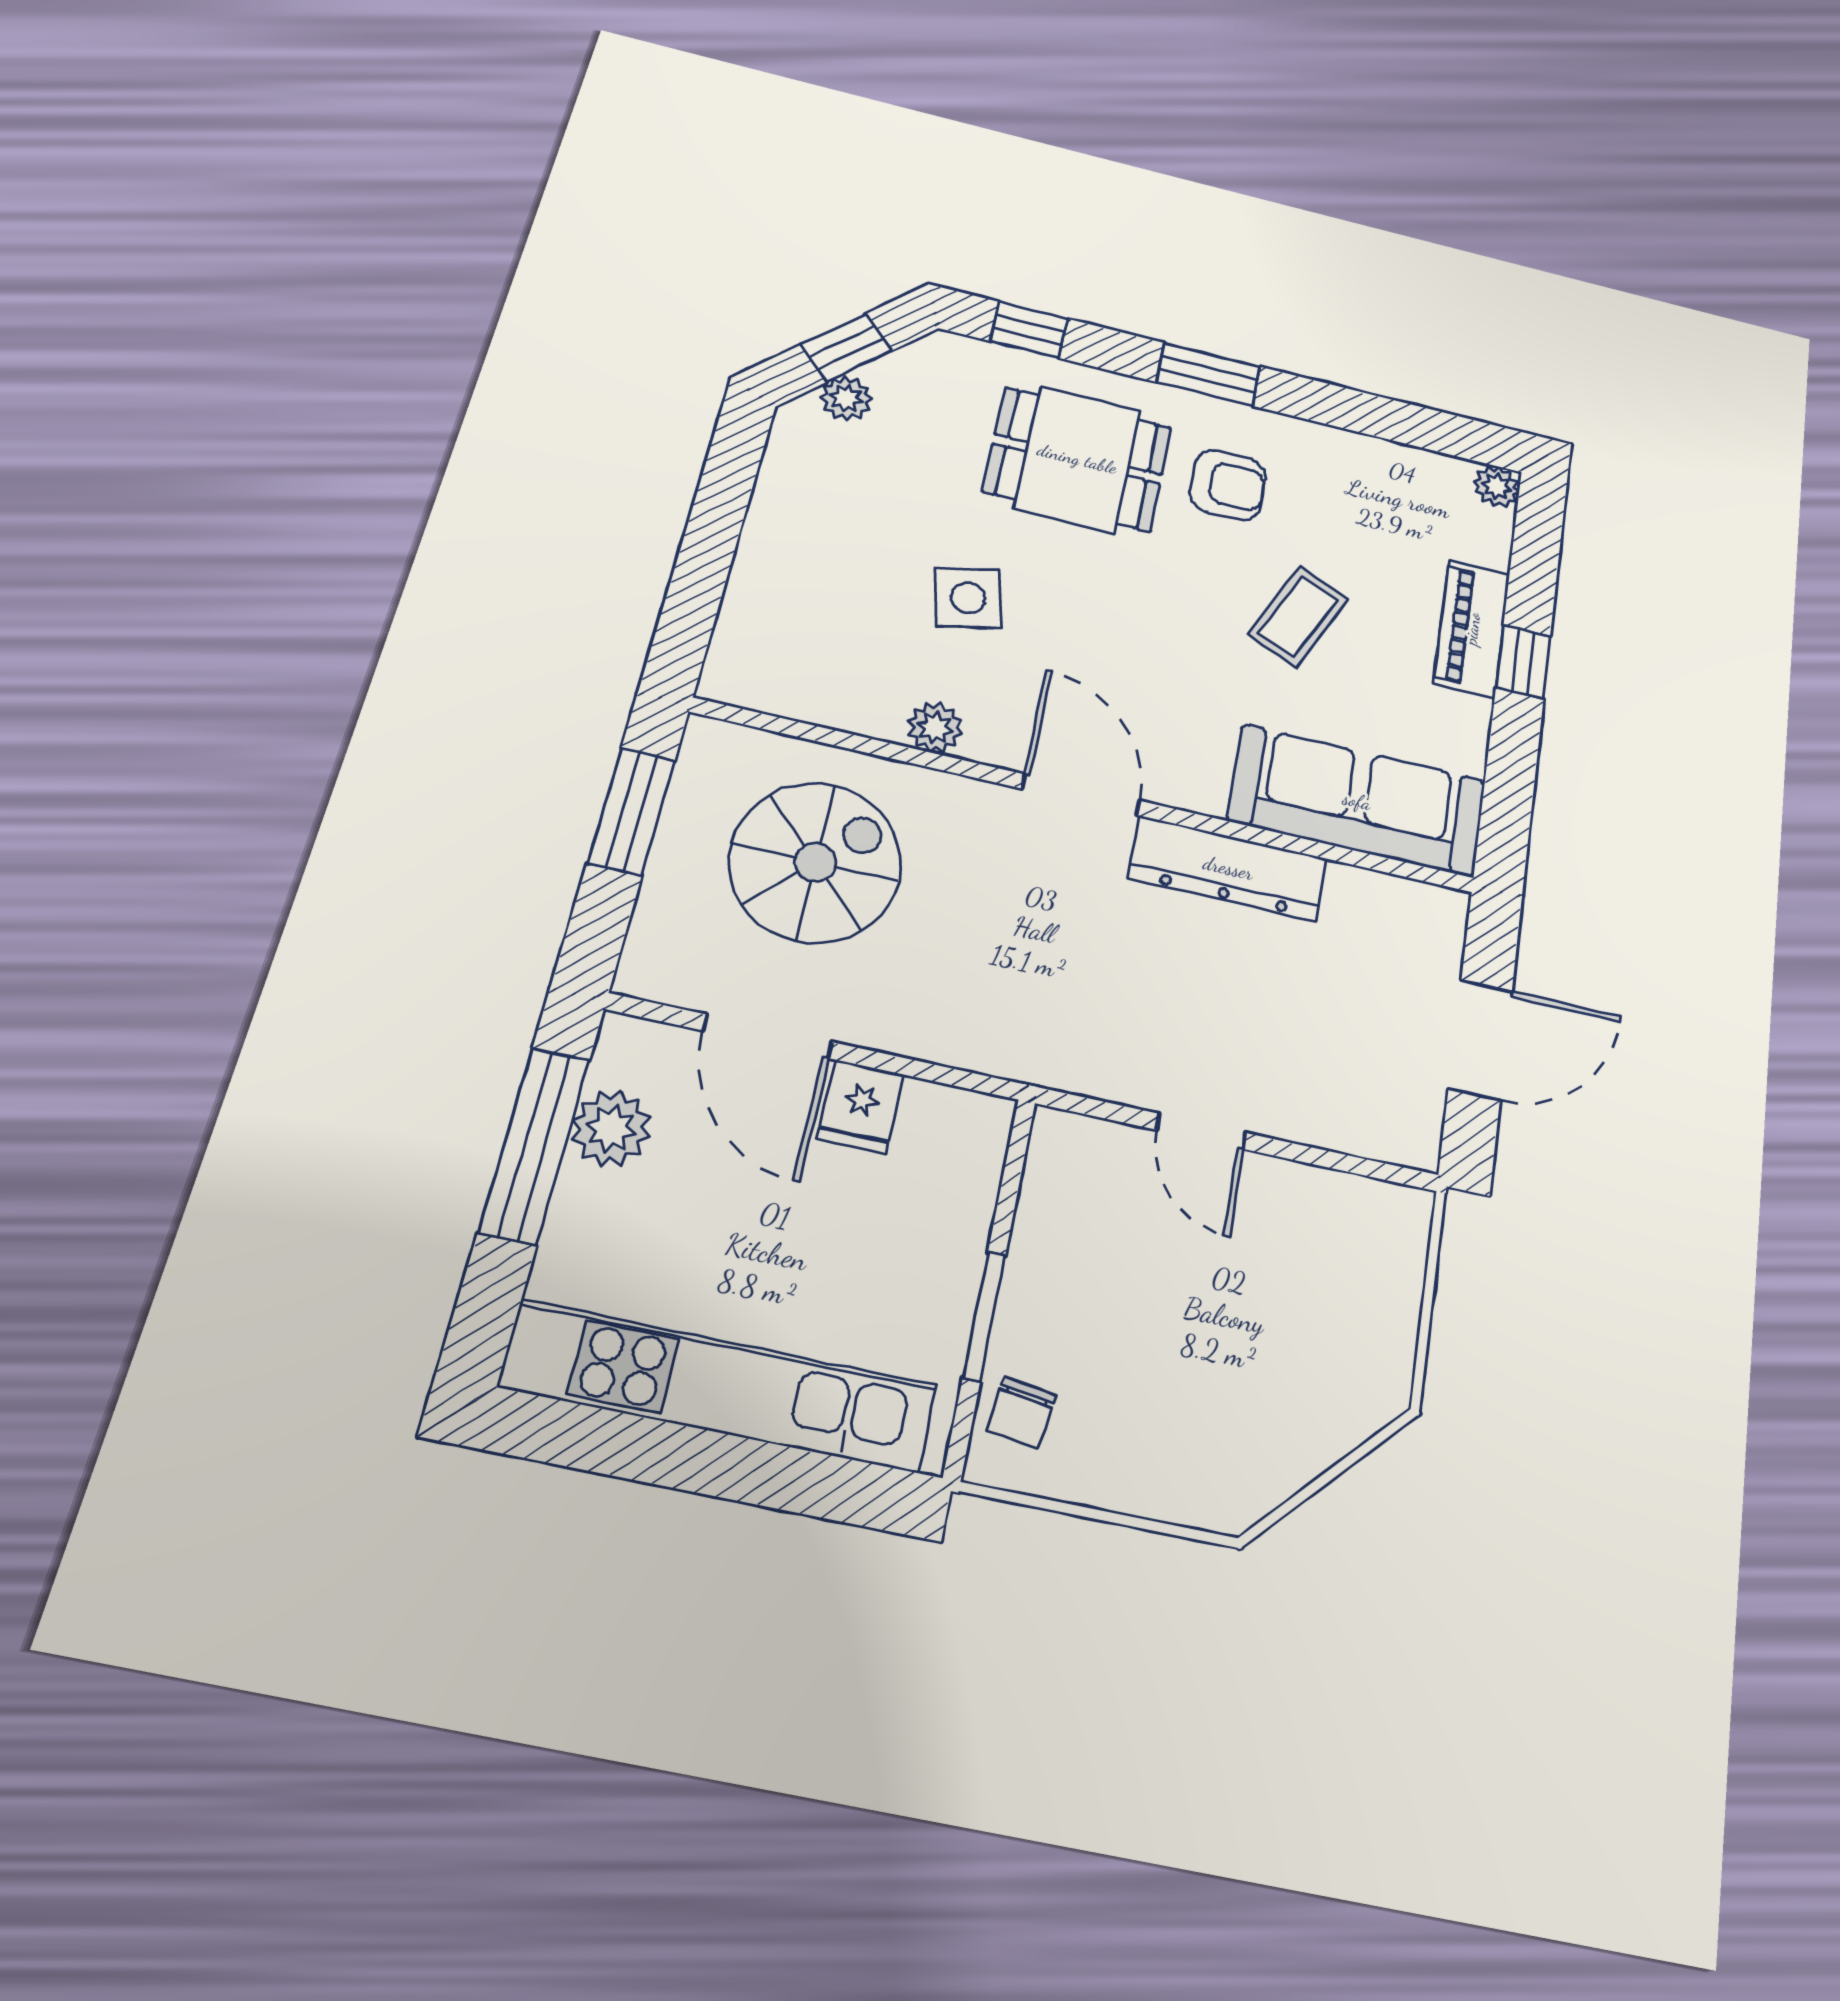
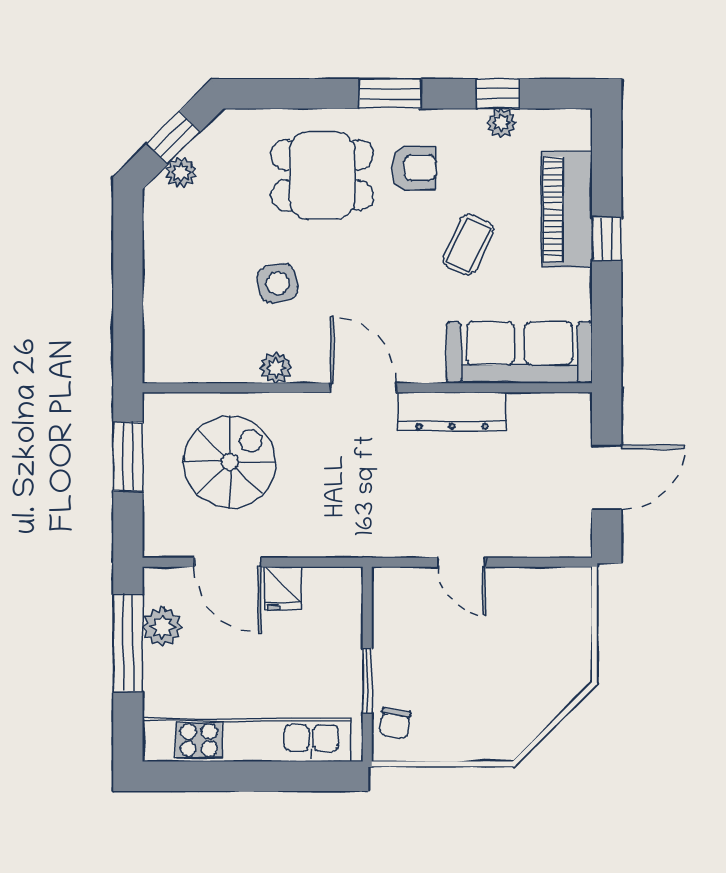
window: (1029, 330) -> (498, 94), moved
plant: (1497, 487) -> (501, 123), moved
piano: (1472, 628) -> (567, 209), width x1.37, depth x1.33

